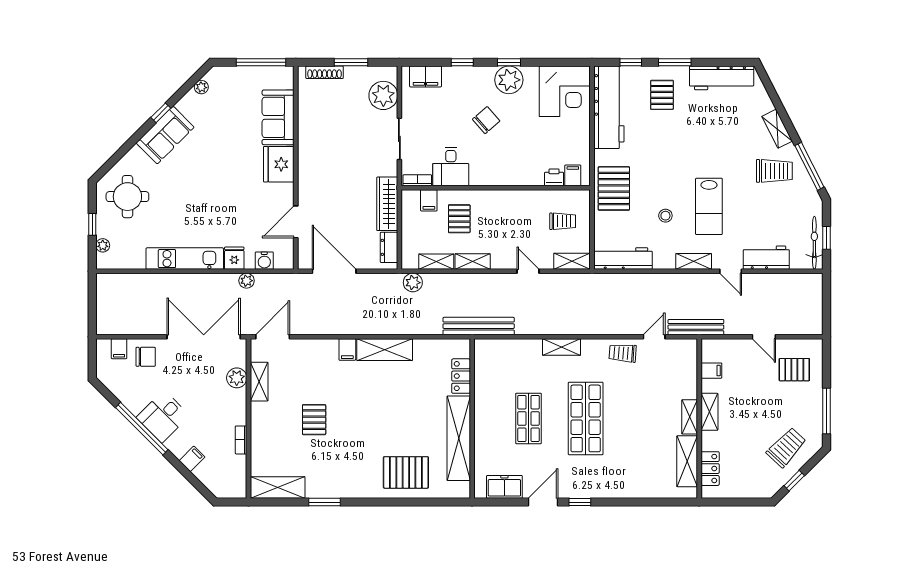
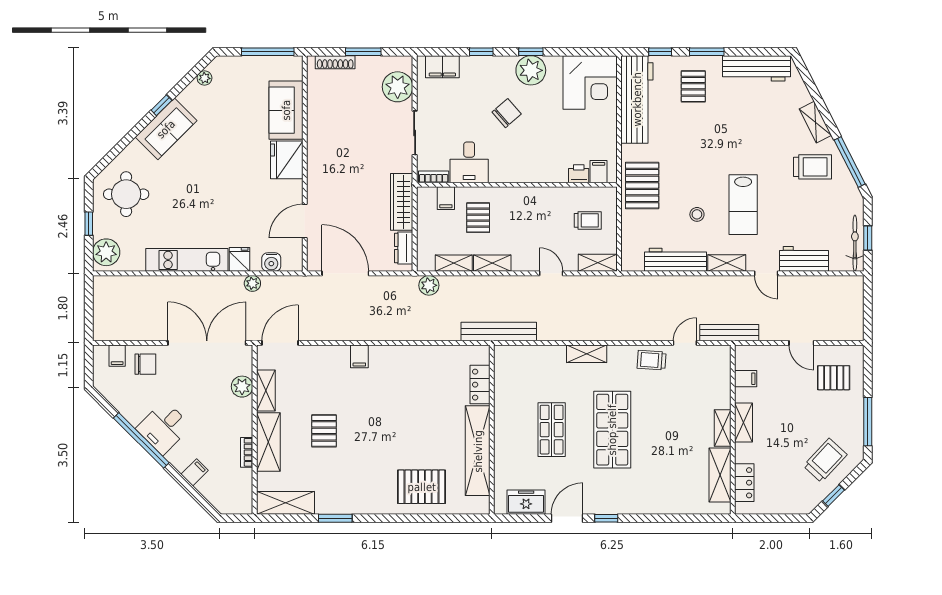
plant: (103, 245) -> (106, 252), width x1.87, depth x1.87
workbench: (623, 259) -> (675, 260), moved
shelving: (385, 350) -> (268, 442), moved, turned 90

